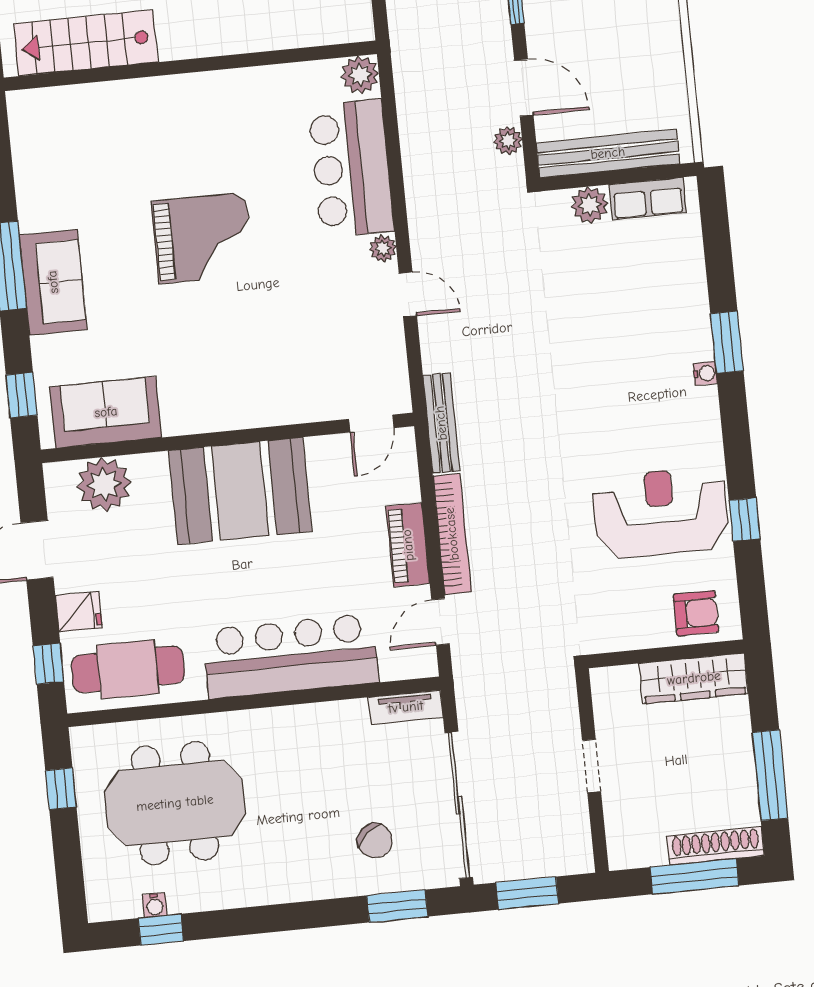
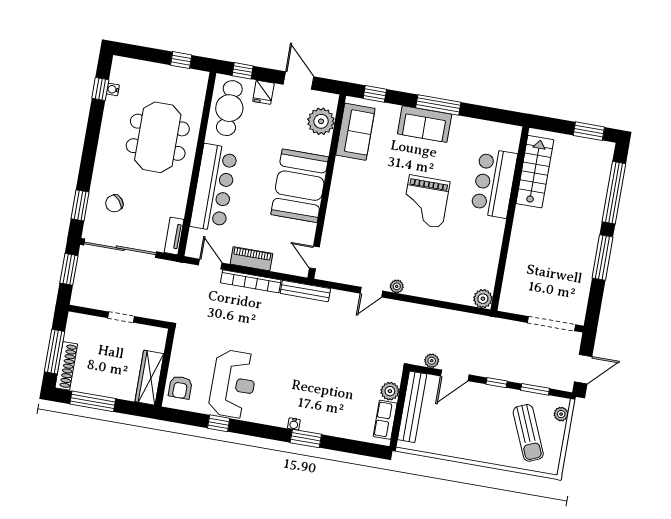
bar counter: (351, 168) -> (494, 183), moved, turned -90
meeting table: (175, 803) -> (158, 137), moved

